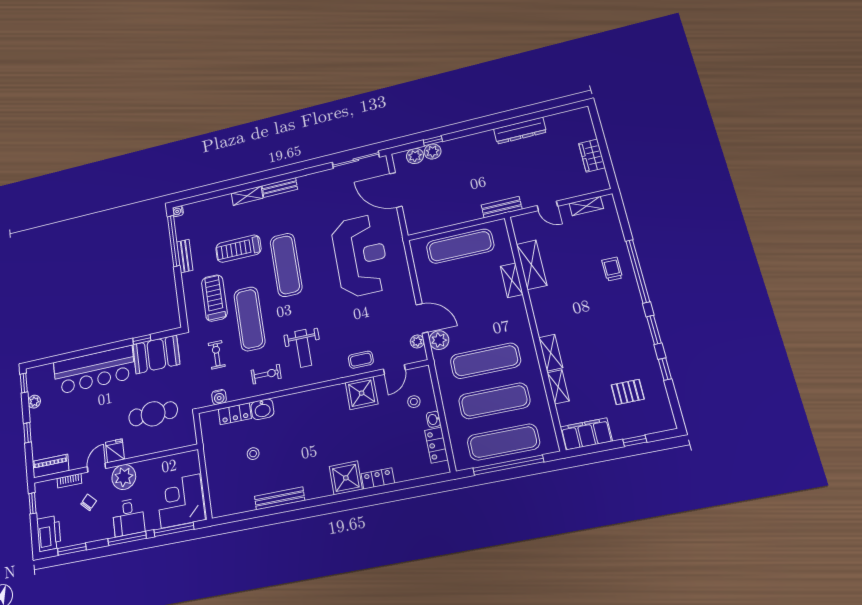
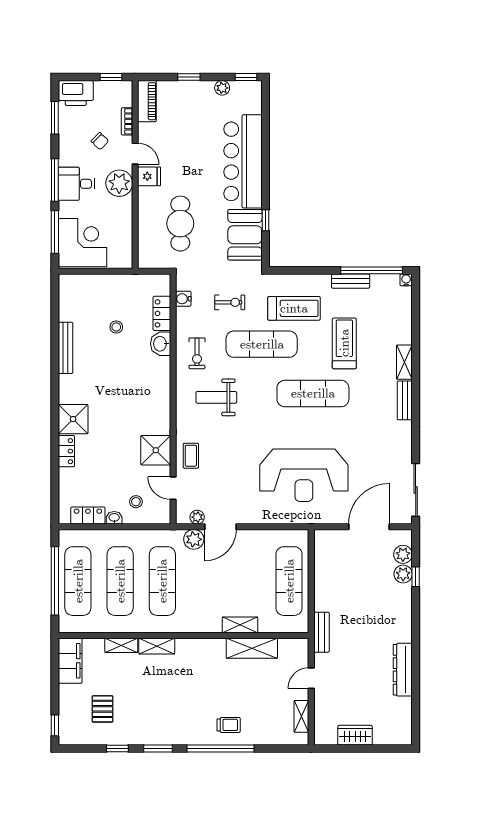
window: (635, 441) -> (55, 725), moved

